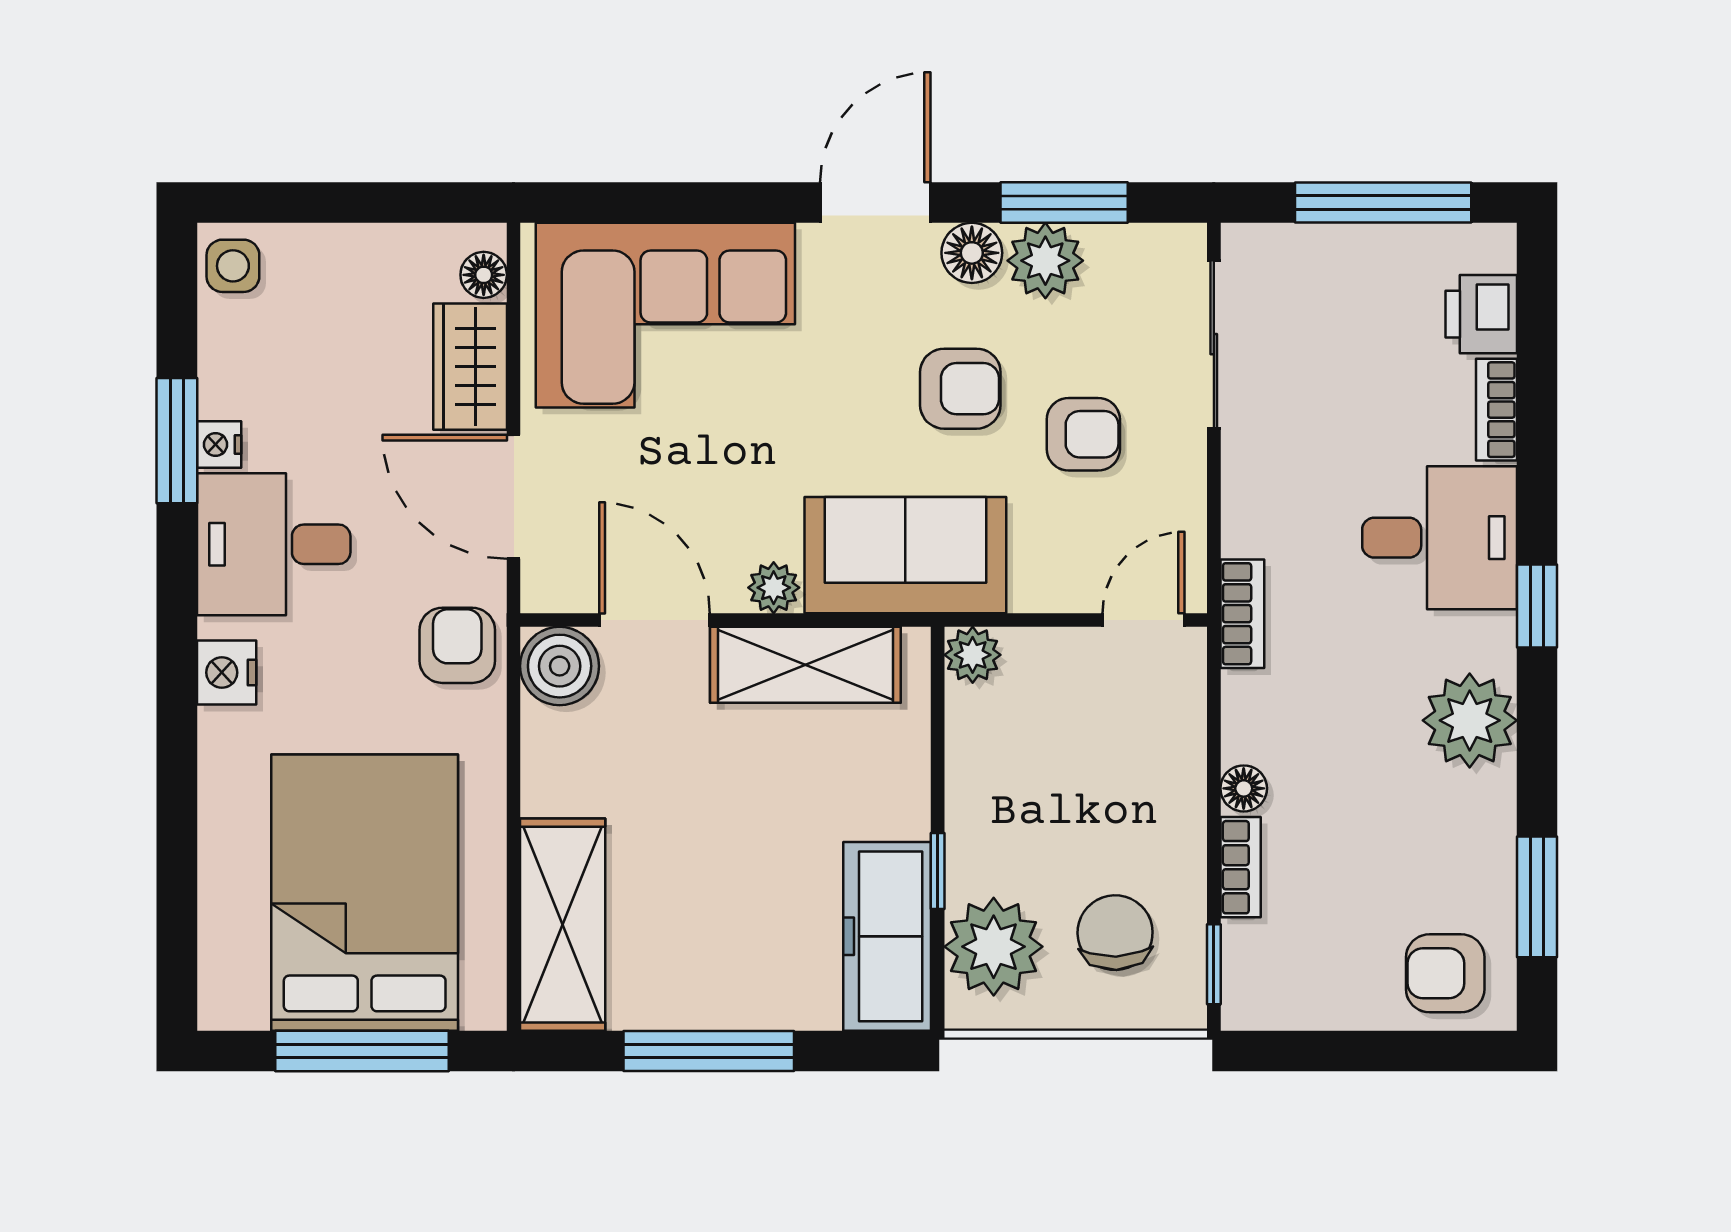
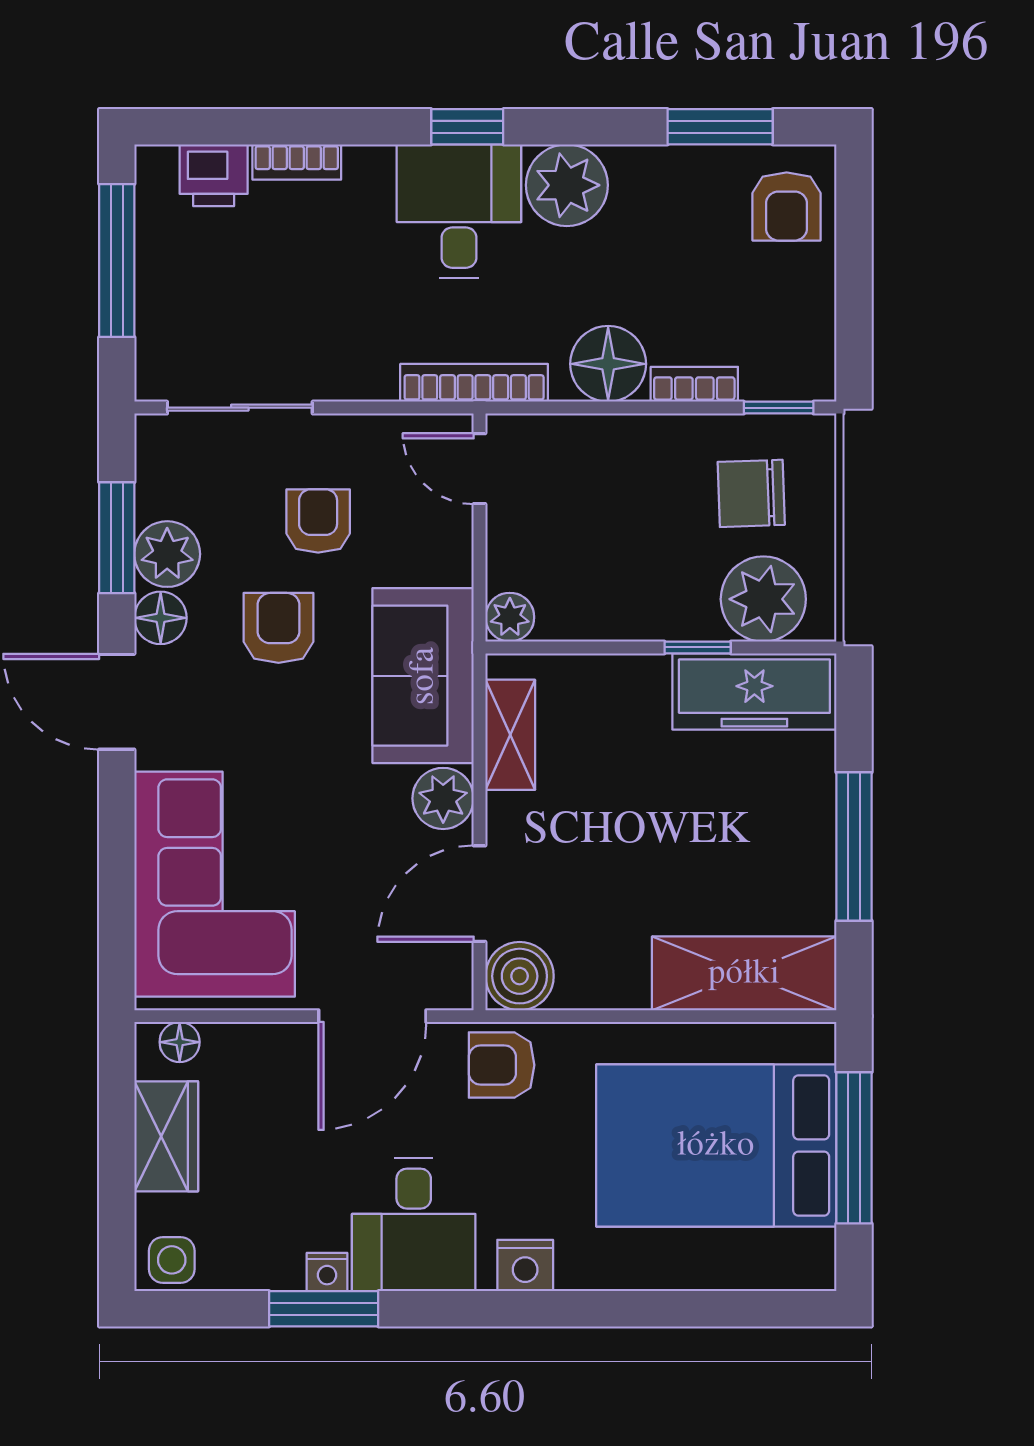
wardrobe: (470, 367) -> (166, 1136), moved, turned -90
desk: (1440, 538) -> (459, 211), moved
plant: (774, 588) -> (443, 798), width x1.38, depth x1.38
bookcase: (1242, 614) -> (474, 383), width x1.56
shelving: (805, 665) -> (510, 735), width x0.67, depth x0.75
floor lamp: (1244, 788) -> (608, 364), width x1.89, depth x1.89

